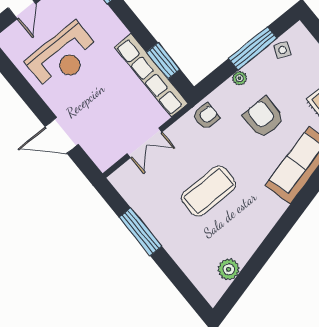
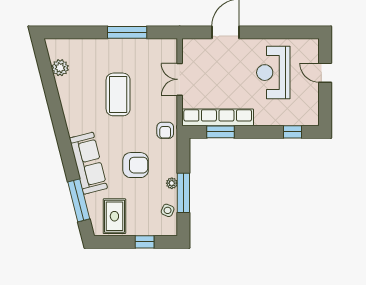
plant: (240, 78) -> (172, 183), moved

